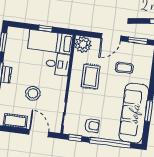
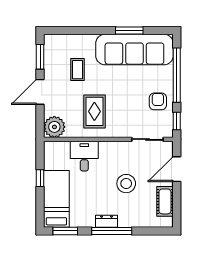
door: (111, 37) -> (40, 92), swing flipped
bed: (50, 42) -> (56, 199), moved, turned 180
rug: (91, 76) -> (94, 111), turned 90

